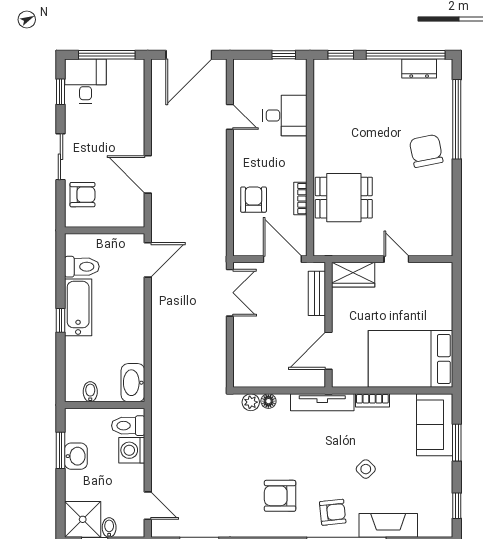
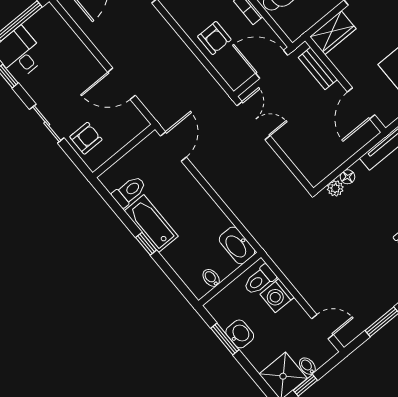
armchair: (254, 200) -> (214, 38), turned 180

